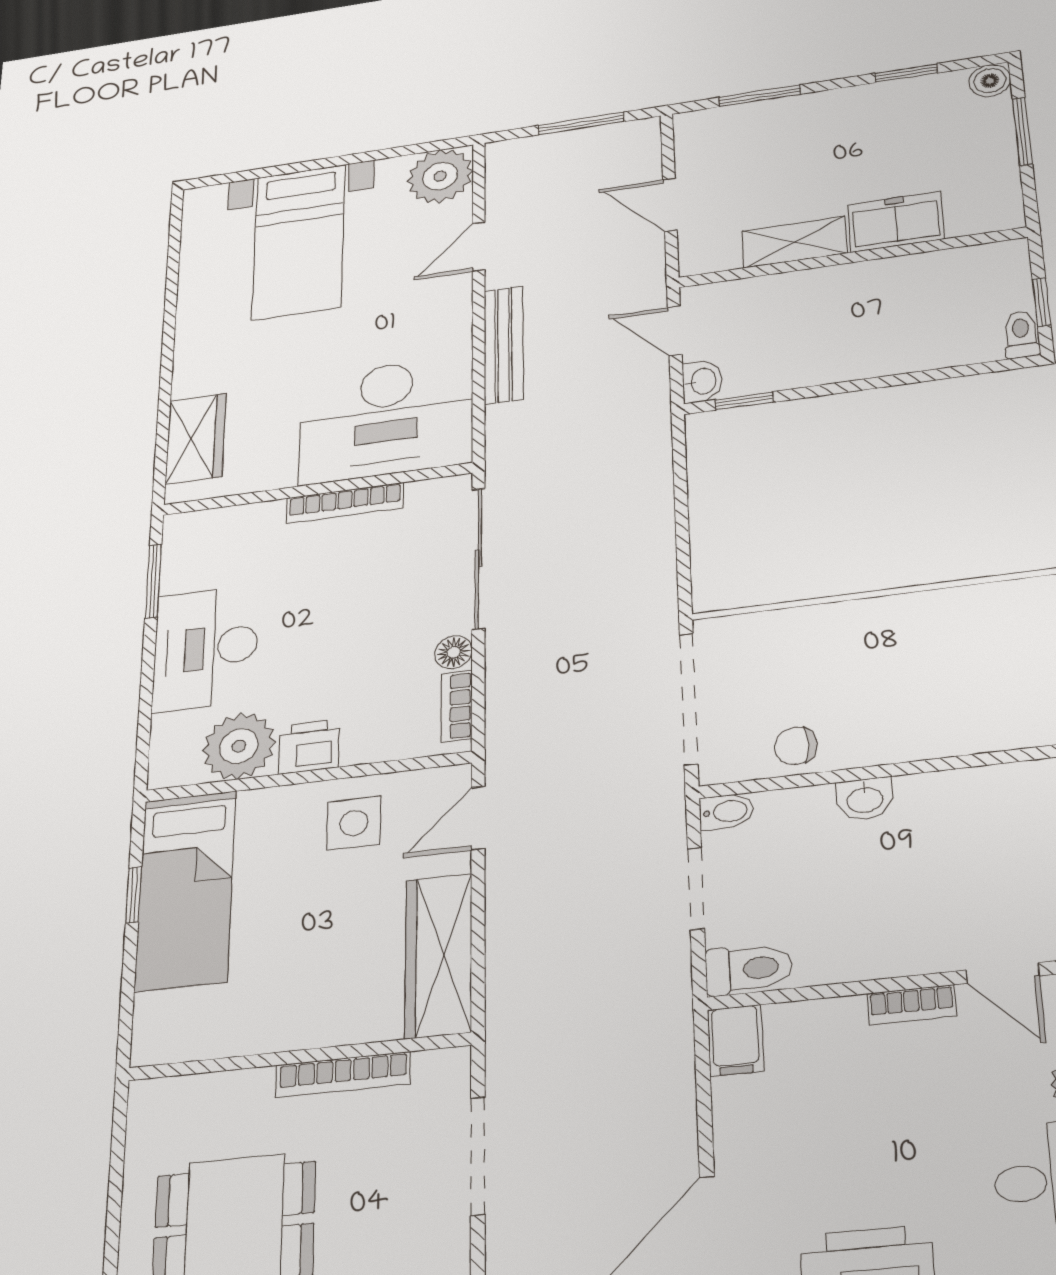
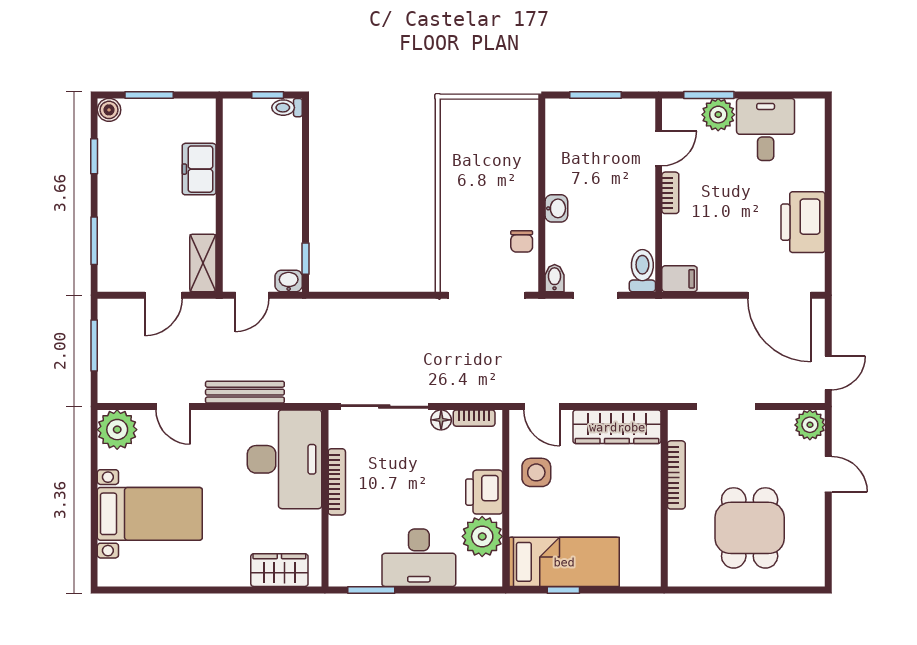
shelving: (794, 242) -> (203, 263), moved
printer: (309, 747) -> (484, 492), width x1.36, depth x1.24

